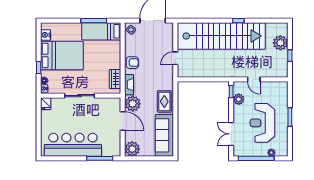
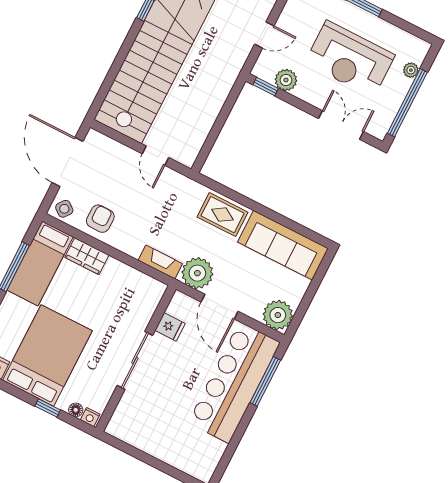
armchair: (132, 63) -> (100, 219), moved
wardrobe: (115, 79) -> (87, 256), moved
fridge: (46, 104) -> (170, 327), moved
door: (123, 121) -> (220, 307), swing flipped
double door: (231, 134) -> (341, 125), swing flipped
bar counter: (73, 145) -> (234, 383), moved

